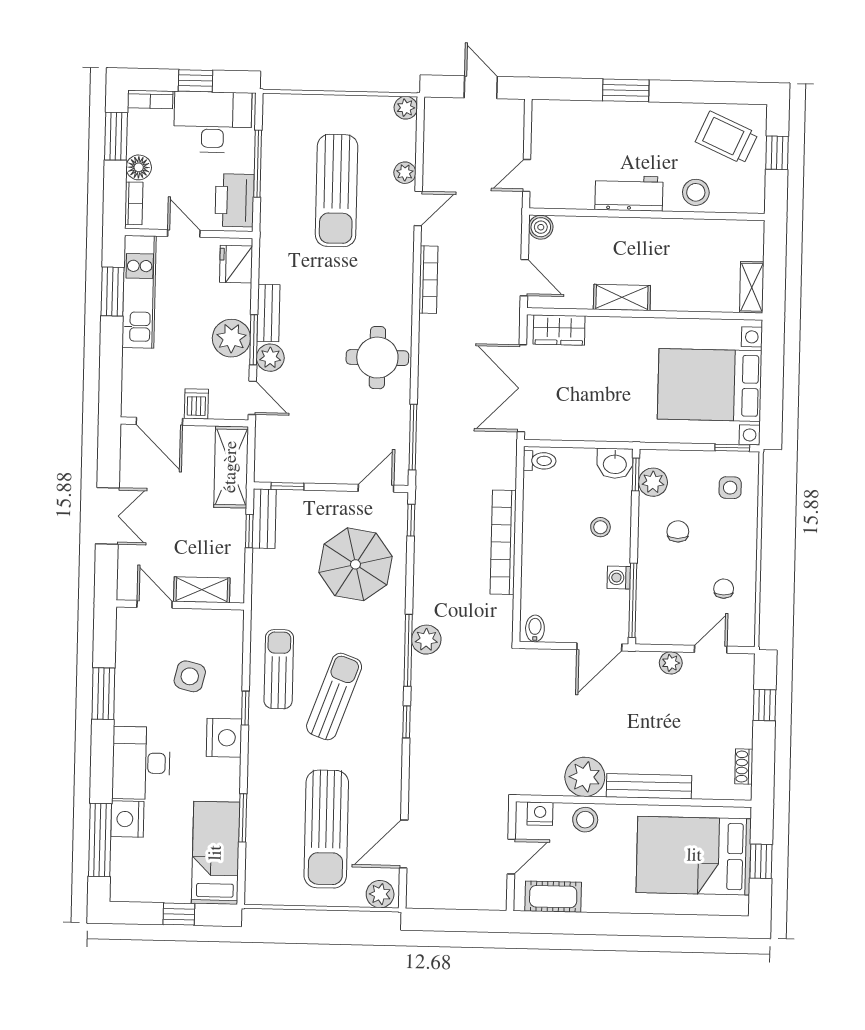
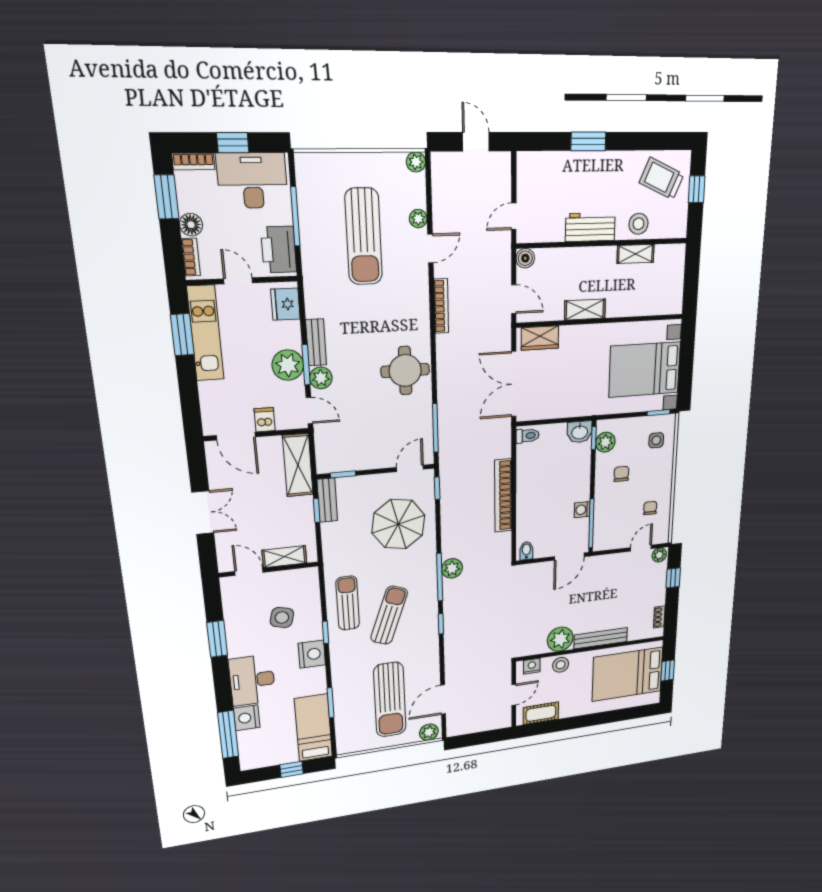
shelving: (752, 287) -> (636, 254), moved, turned 90
stool: (600, 527) -> (570, 477), removed
plant: (671, 663) -> (659, 555), moved

